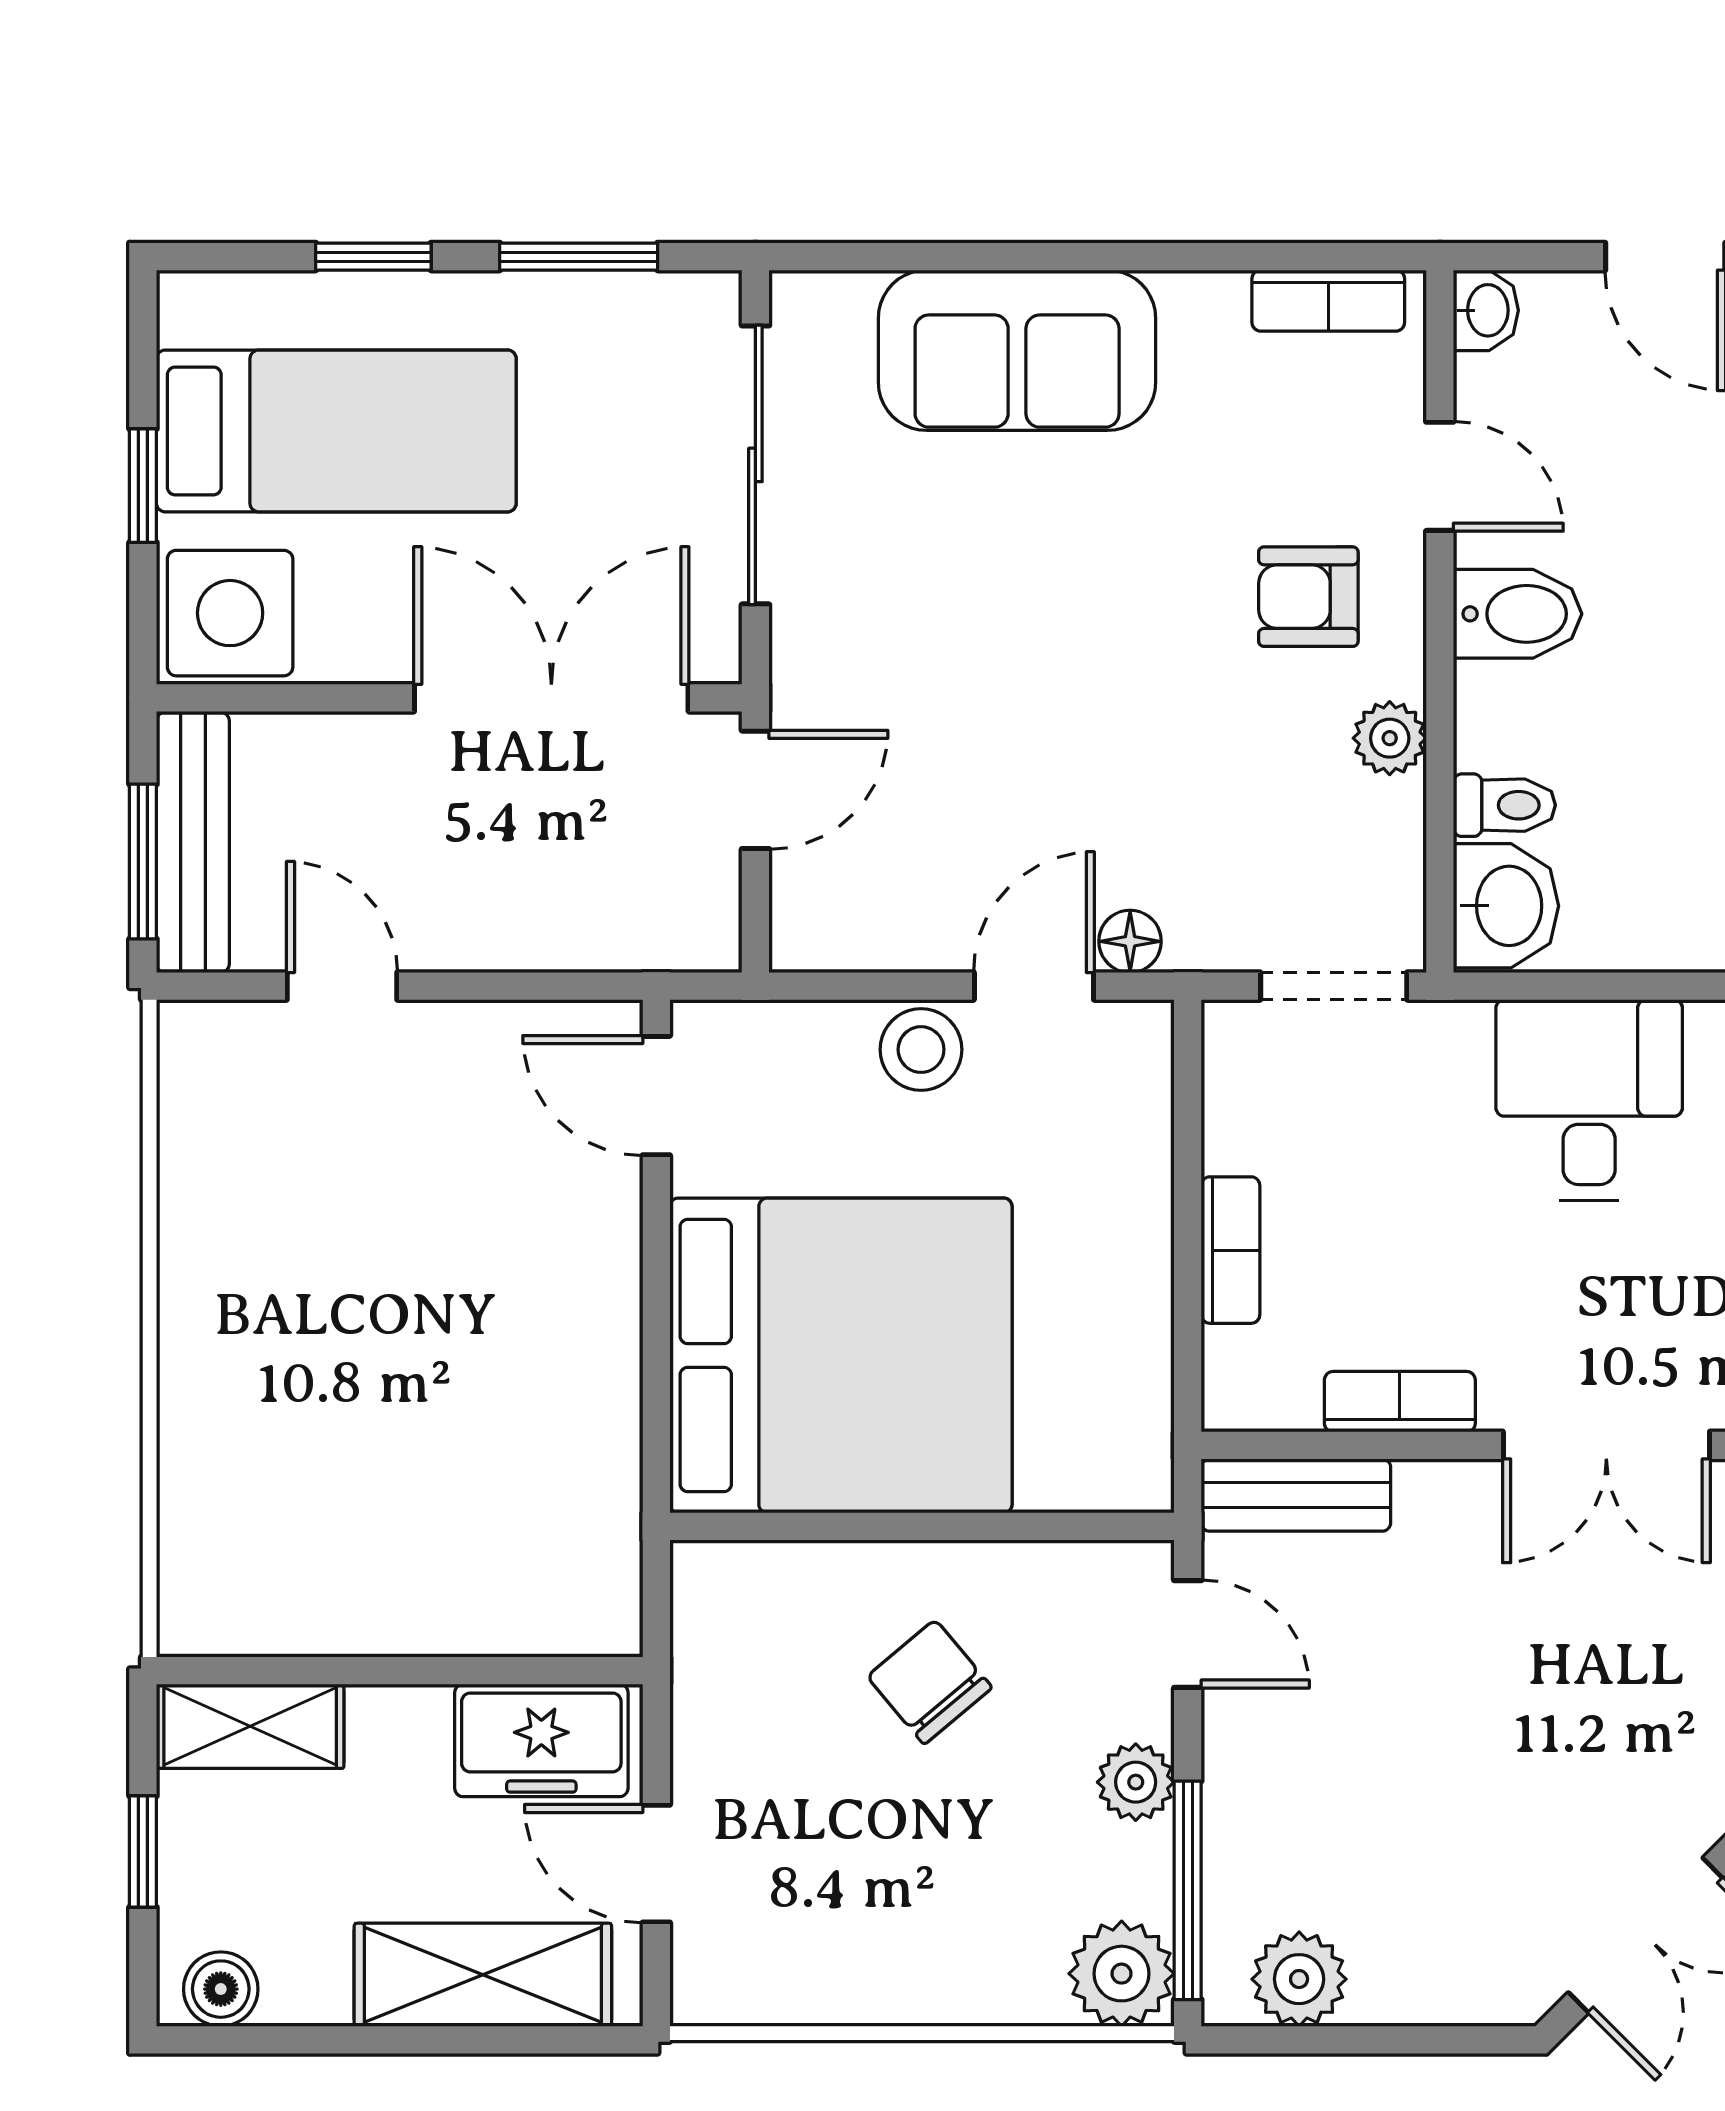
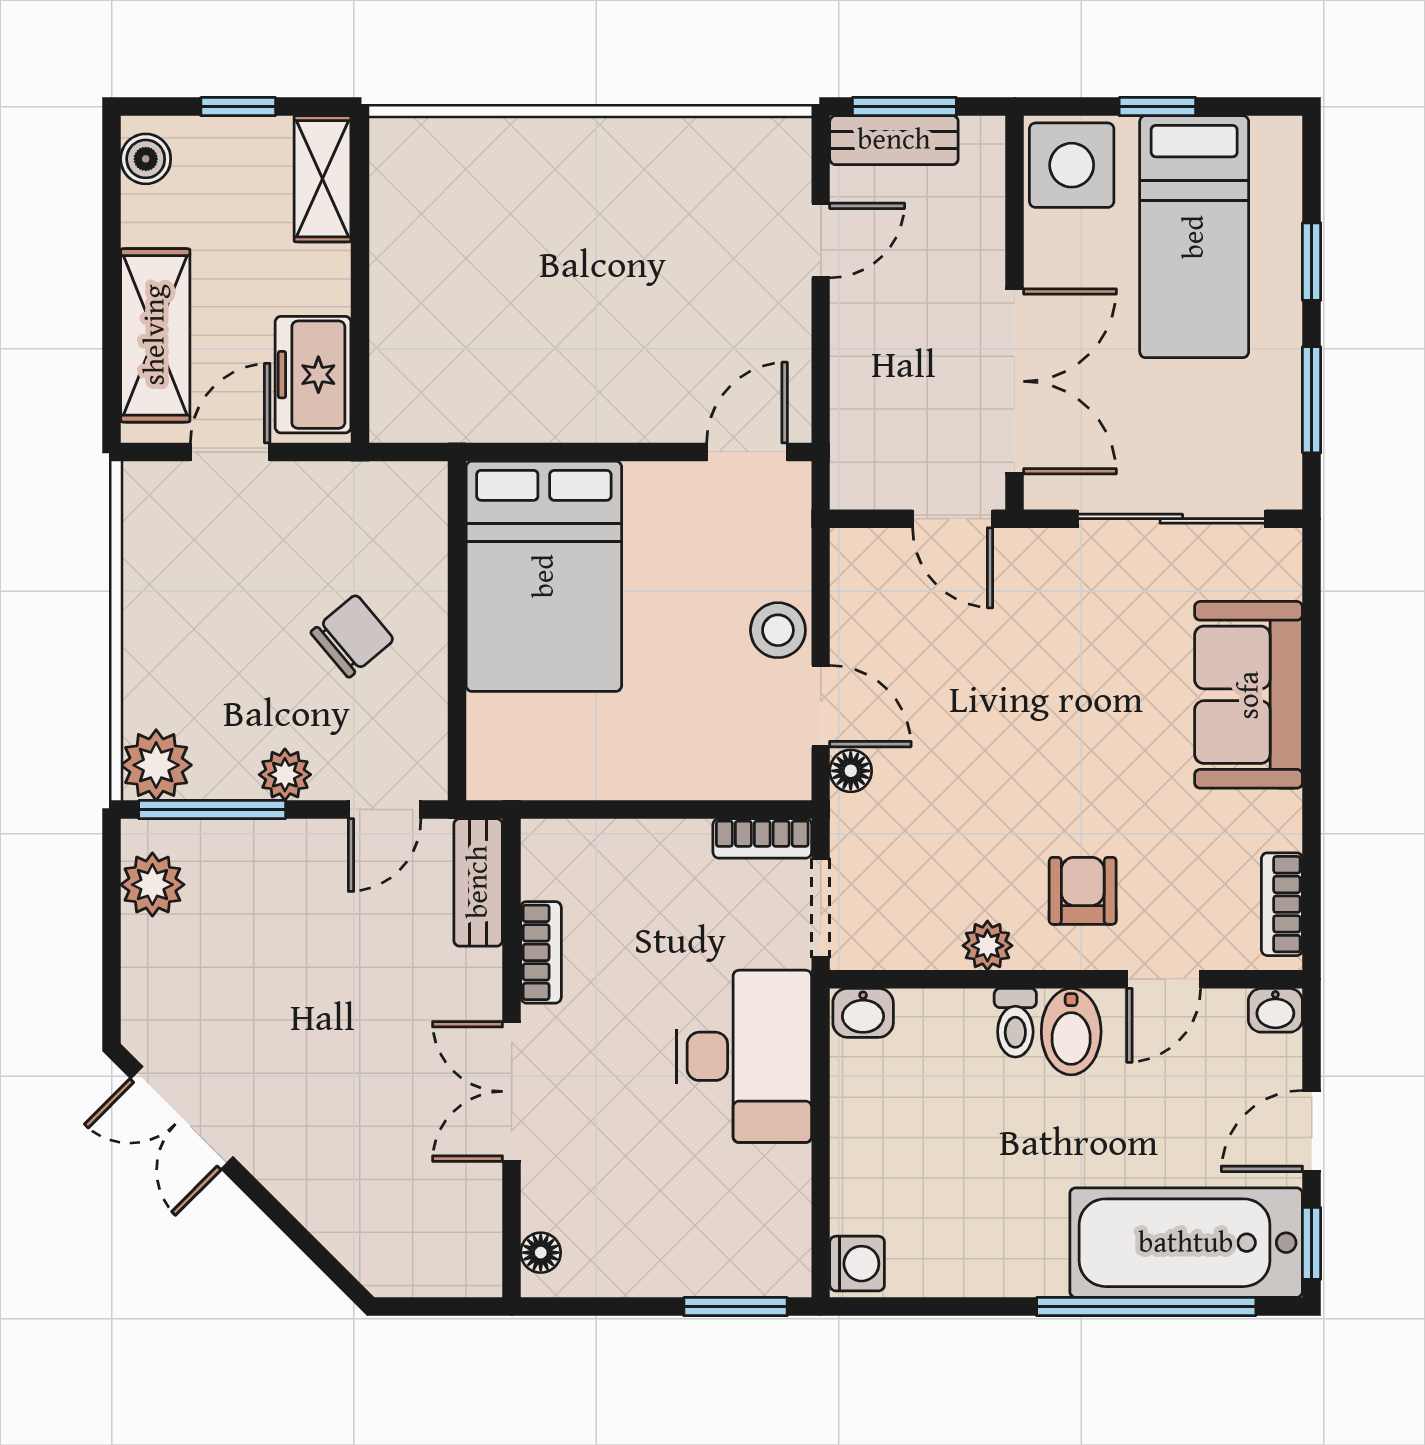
toilet: (1504, 805) -> (1015, 1023), moved
bench: (193, 842) -> (894, 140), width x0.73
washbasin: (1506, 906) -> (863, 1013), width x0.72, depth x0.69
desk: (1589, 1100) -> (744, 1056), width x1.37
bookcase: (1231, 1250) -> (762, 838), moved
bed: (841, 1355) -> (544, 576), width x0.73

